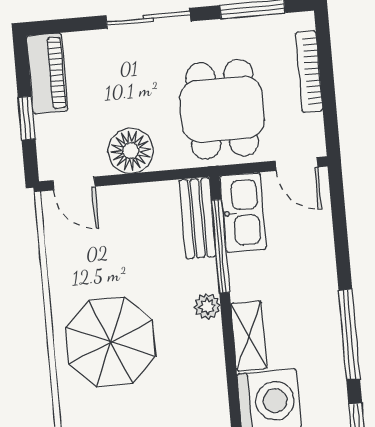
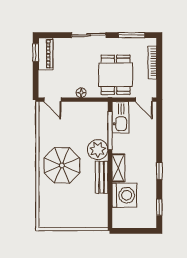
window: (27, 118) -> (36, 53), moved
floor lamp: (131, 151) -> (81, 93), width x0.53, depth x0.53
bench: (198, 218) -> (102, 177), moved
plant: (207, 306) -> (98, 150), width x1.87, depth x1.87
window: (349, 335) -> (159, 171), width x0.46

